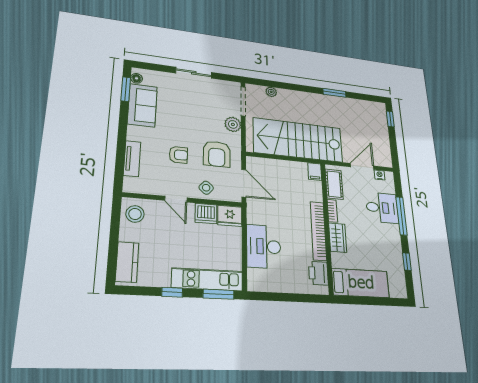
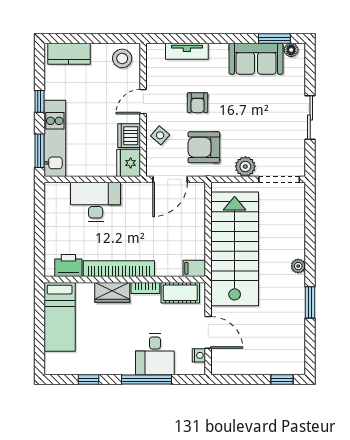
plant: (271, 92) -> (298, 266), moved

